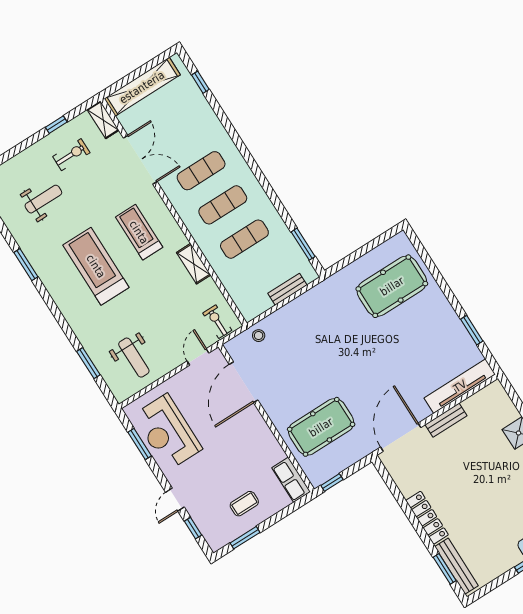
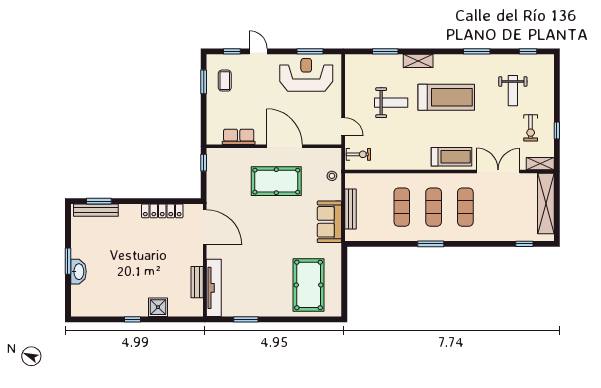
double door: (140, 160) -> (498, 171), swing flipped
treadmill: (139, 232) -> (452, 157), moved
window: (303, 244) -> (431, 244), moved
shelving: (194, 264) -> (418, 61), moved
bench: (287, 289) -> (350, 209), width x1.36
sofa: (310, 307) -> (329, 222), added
weight bench: (134, 358) -> (391, 103), moved, turned 180
door: (243, 382) -> (284, 146), moved
bench: (446, 420) -> (197, 282), moved
pool table: (321, 427) -> (276, 181), moved, turned 90
row of seats: (291, 480) -> (239, 137), moved
coffee table: (244, 504) -> (225, 81), moved
locker: (427, 518) -> (162, 211), moved

